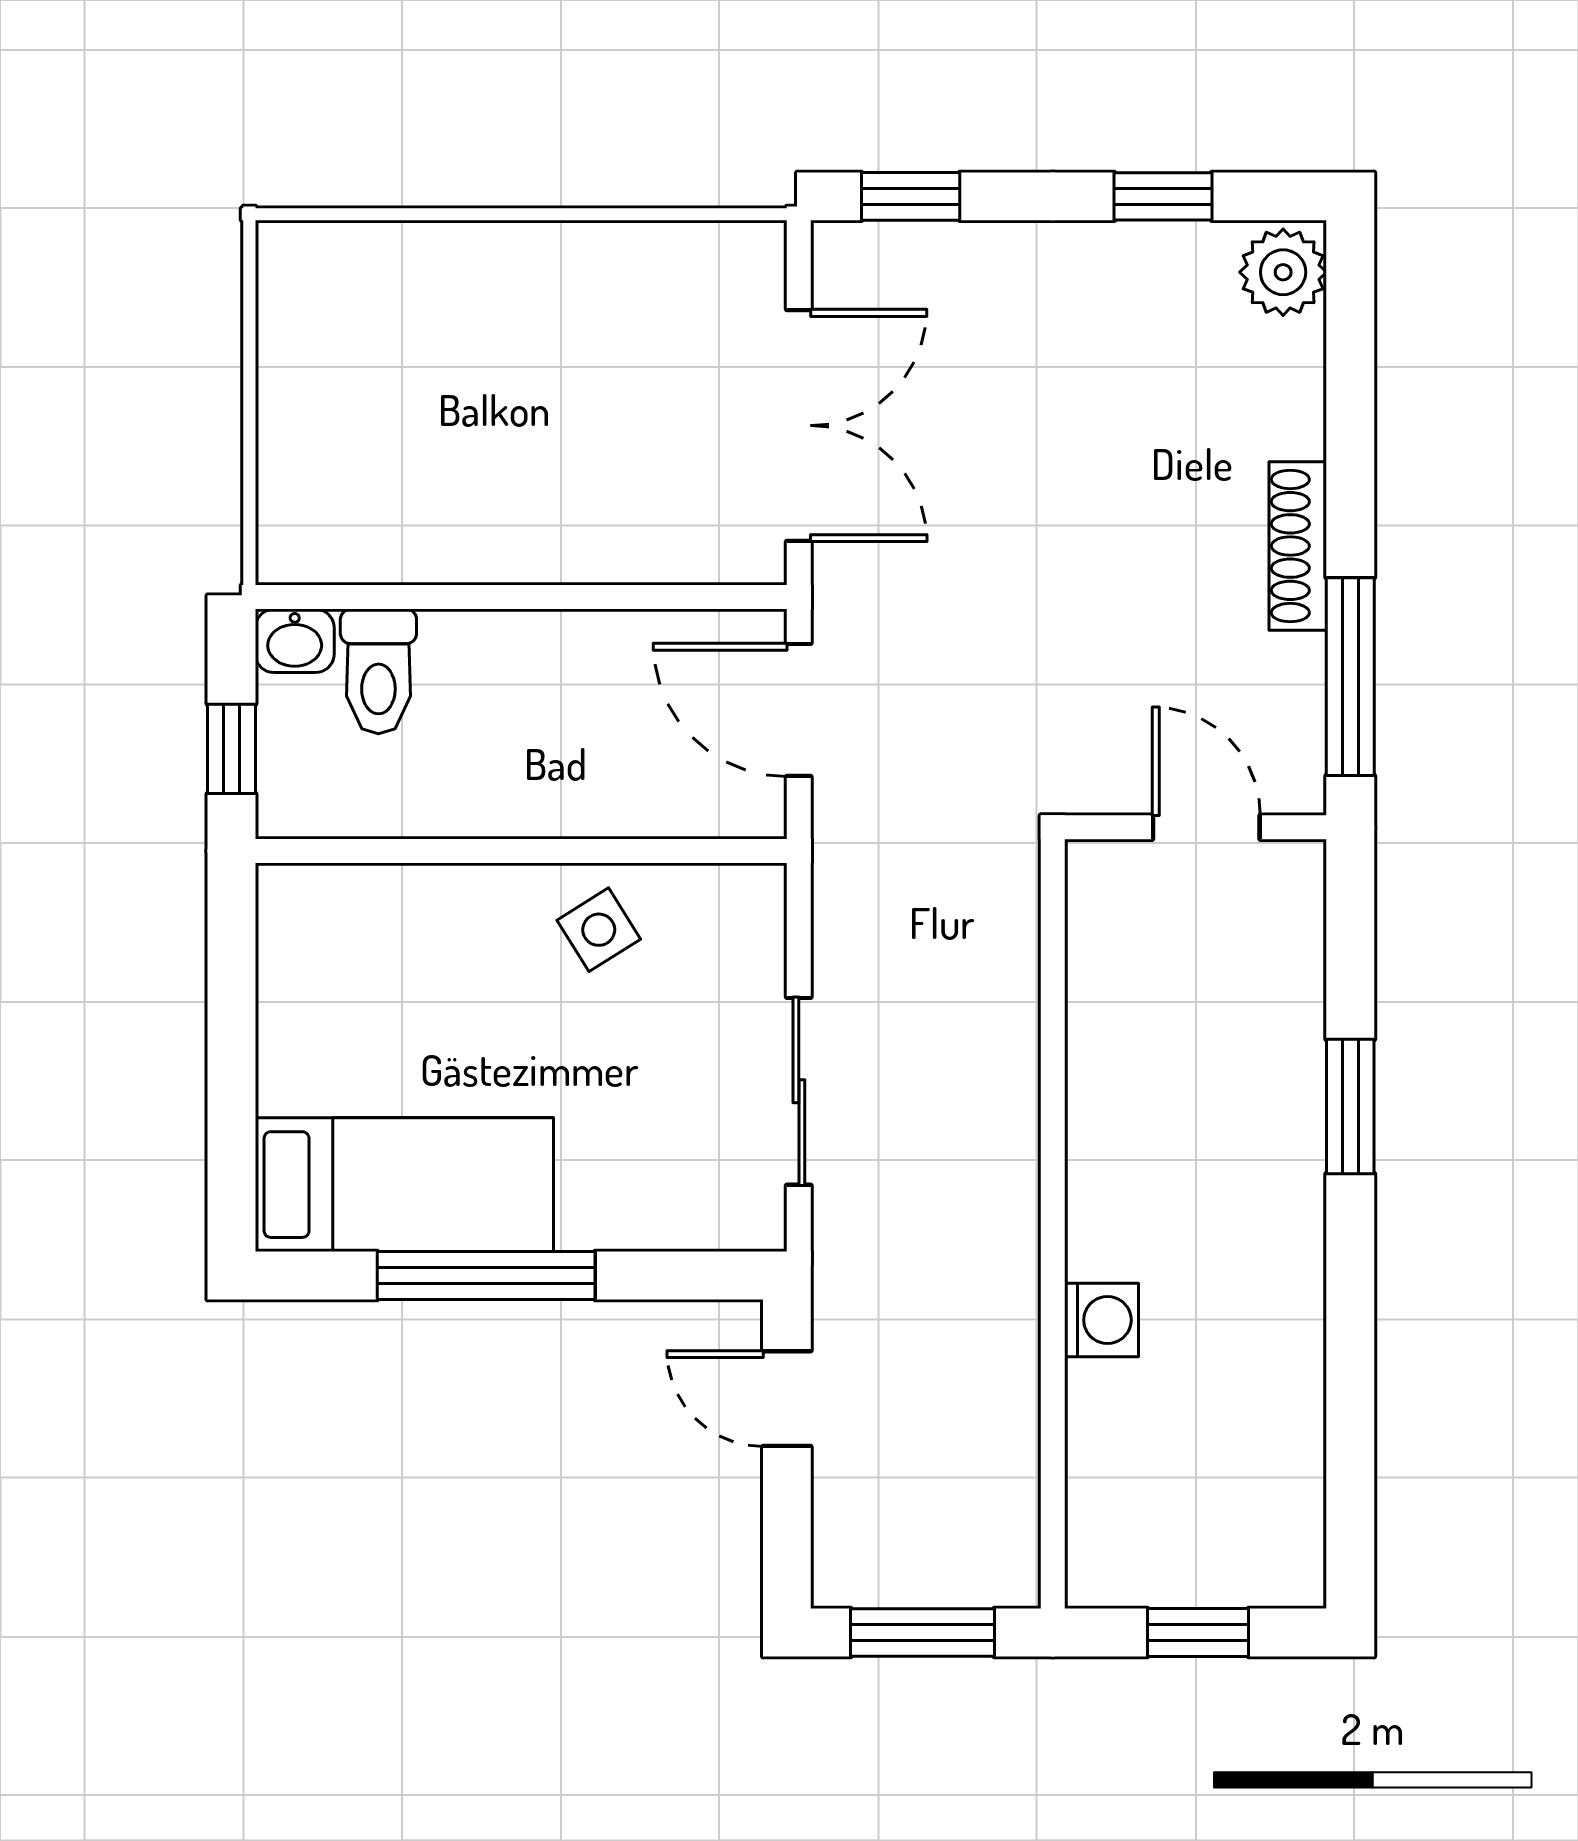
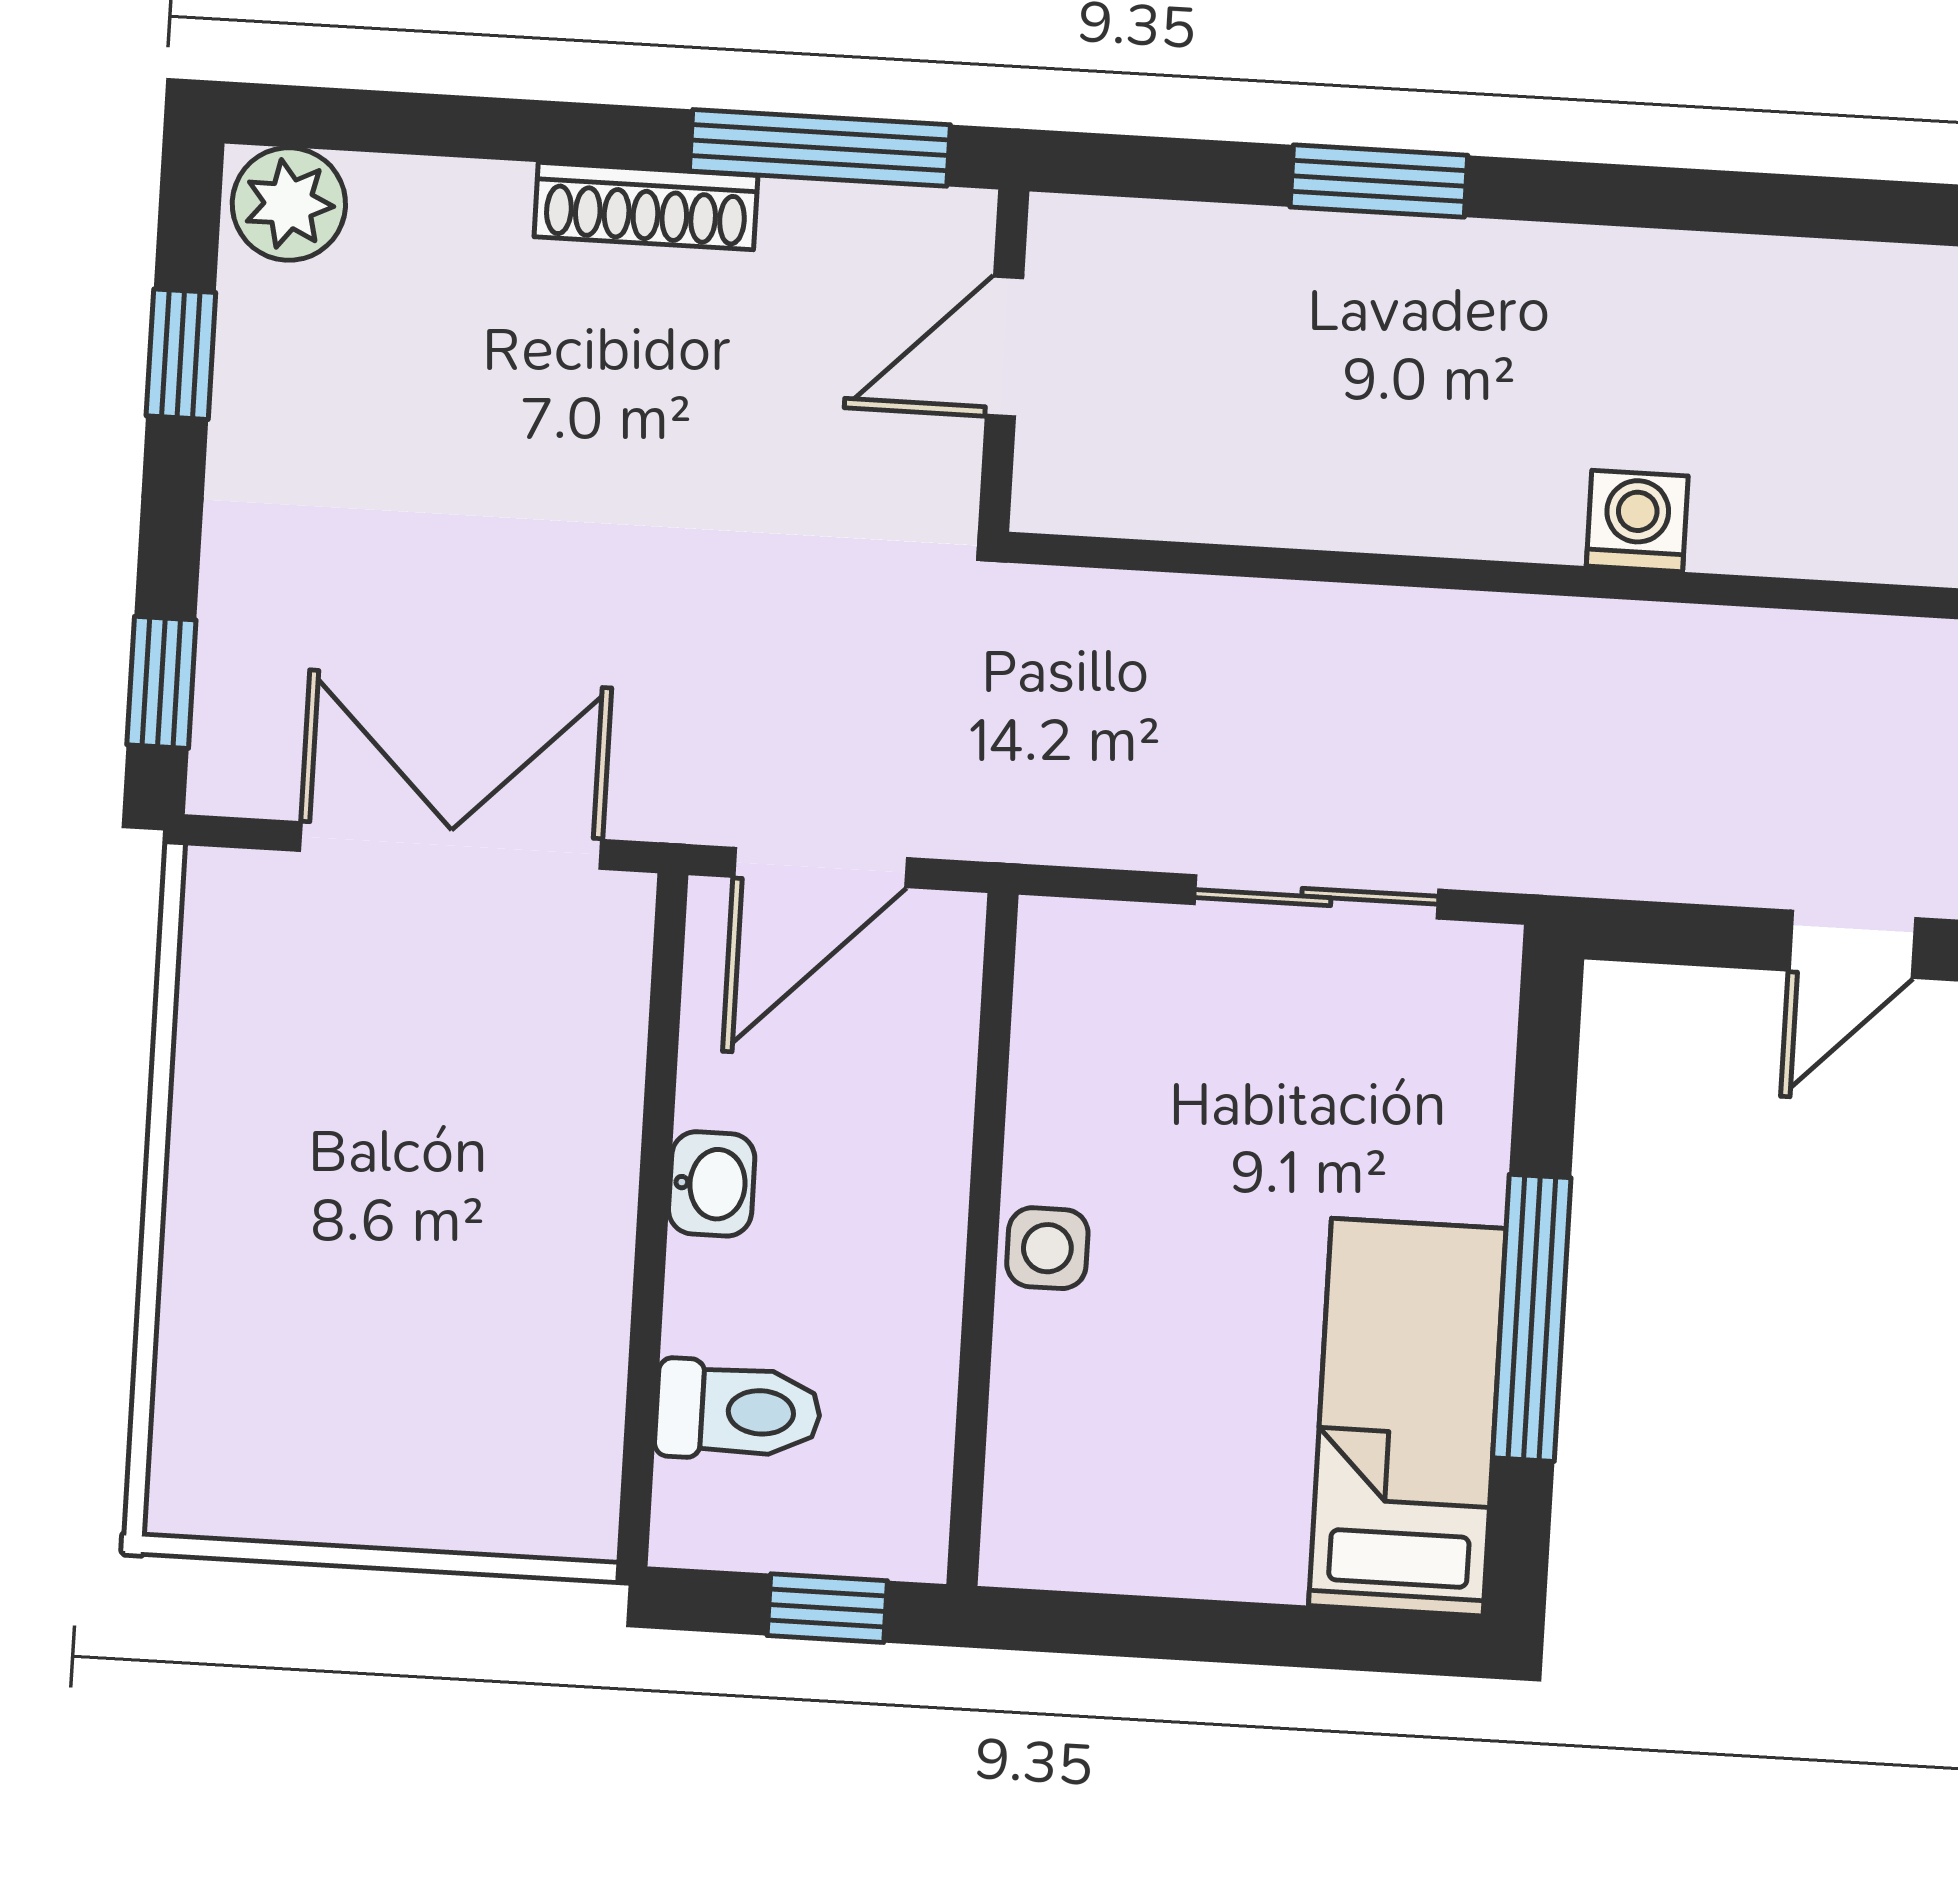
washbasin: (295, 641) -> (712, 1184), moved
side table: (599, 930) -> (1047, 1248), moved, turned 32
door: (787, 1399) -> (1852, 944), moved

